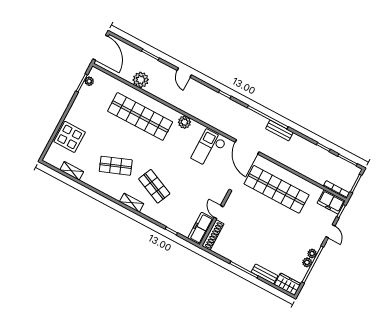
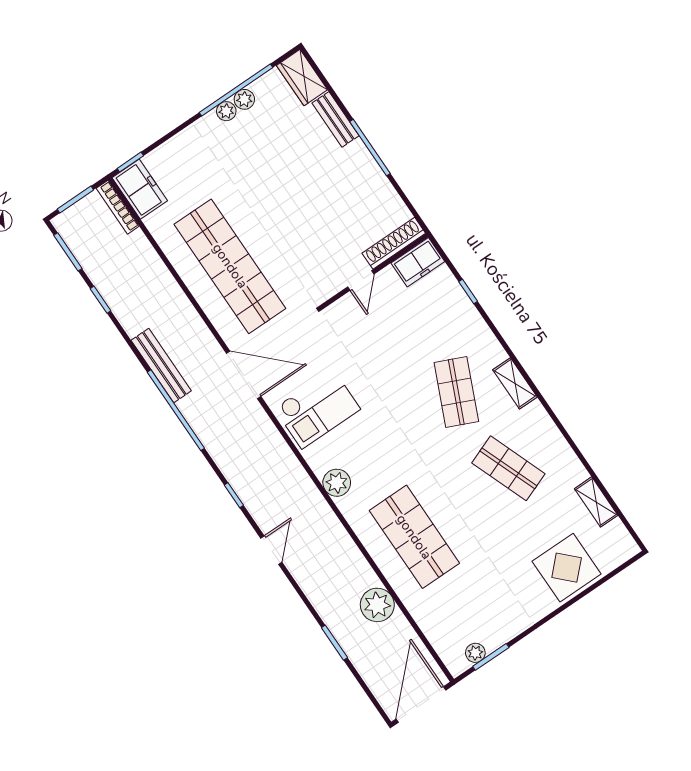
door: (184, 73) -> (271, 550), moved
shop shelf: (140, 116) -> (414, 537), width x0.71
bench: (279, 130) -> (161, 366), width x1.36
door: (247, 147) -> (244, 375), hinge flipped
freezer: (201, 228) -> (418, 262), width x0.71
door: (330, 231) -> (170, 135), removed

